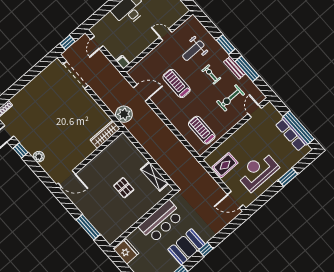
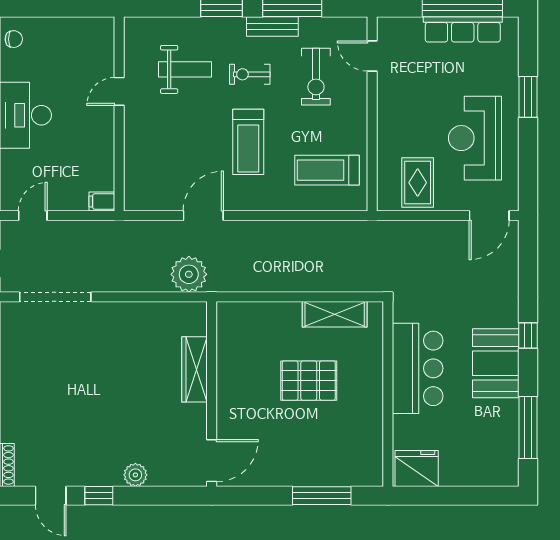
door: (97, 43) -> (33, 216), swing flipped
weight bench: (193, 51) -> (185, 69), turned -90
treadmill: (177, 83) -> (248, 142), moved, turned -90
door: (141, 93) -> (203, 216), moved
wardrobe: (105, 134) -> (195, 369), moved
pallet: (124, 188) -> (309, 381), width x1.50, depth x1.42

